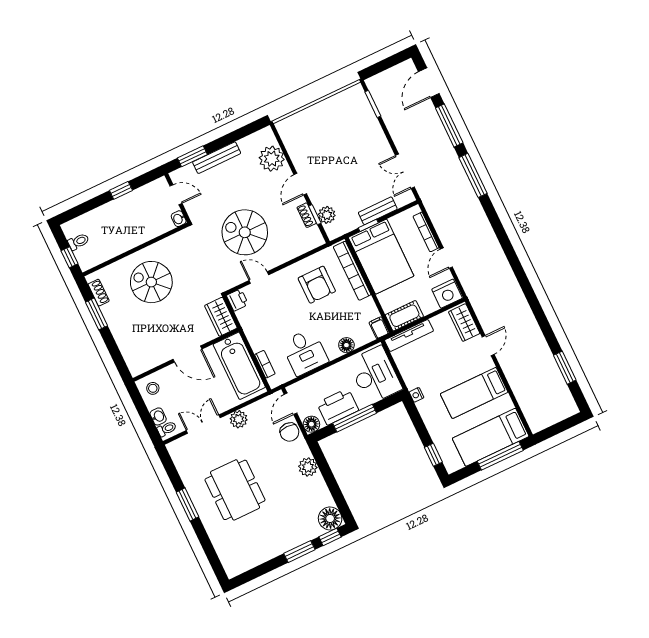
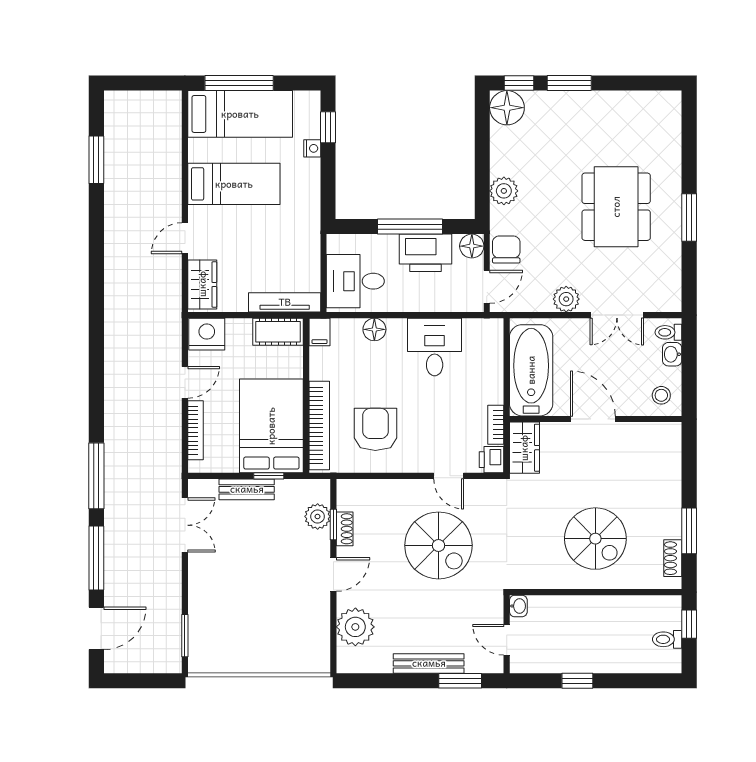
bookcase: (265, 364) -> (496, 425), moved
desk: (375, 375) -> (355, 281), width x0.73
nightstand: (417, 395) -> (312, 148), moved

